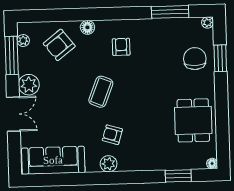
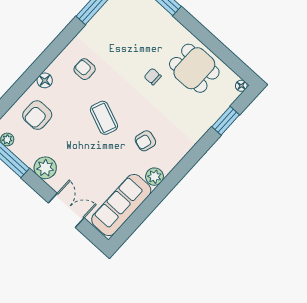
armchair: (59, 45) -> (37, 115), turned 38
chair: (195, 59) -> (153, 77), moved, width x0.54, depth x0.54
double door: (13, 114) -> (66, 210), moved
plant: (109, 164) -> (155, 177), moved

